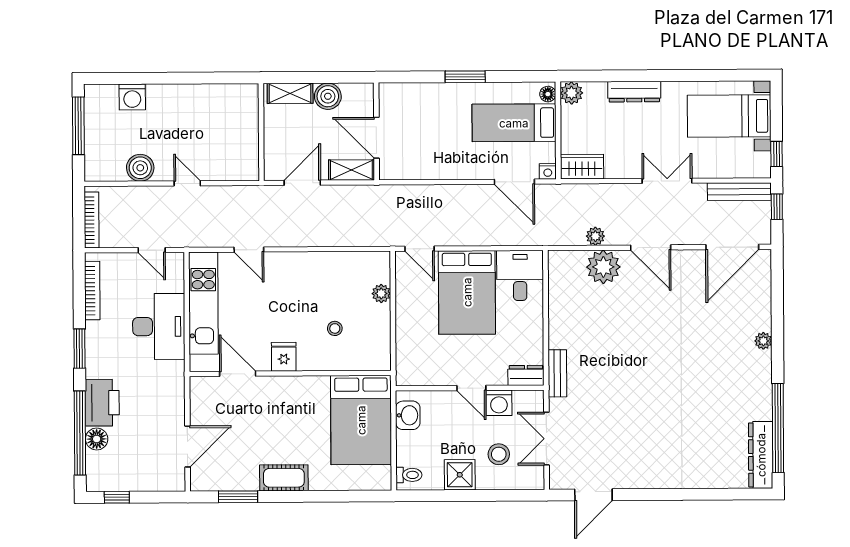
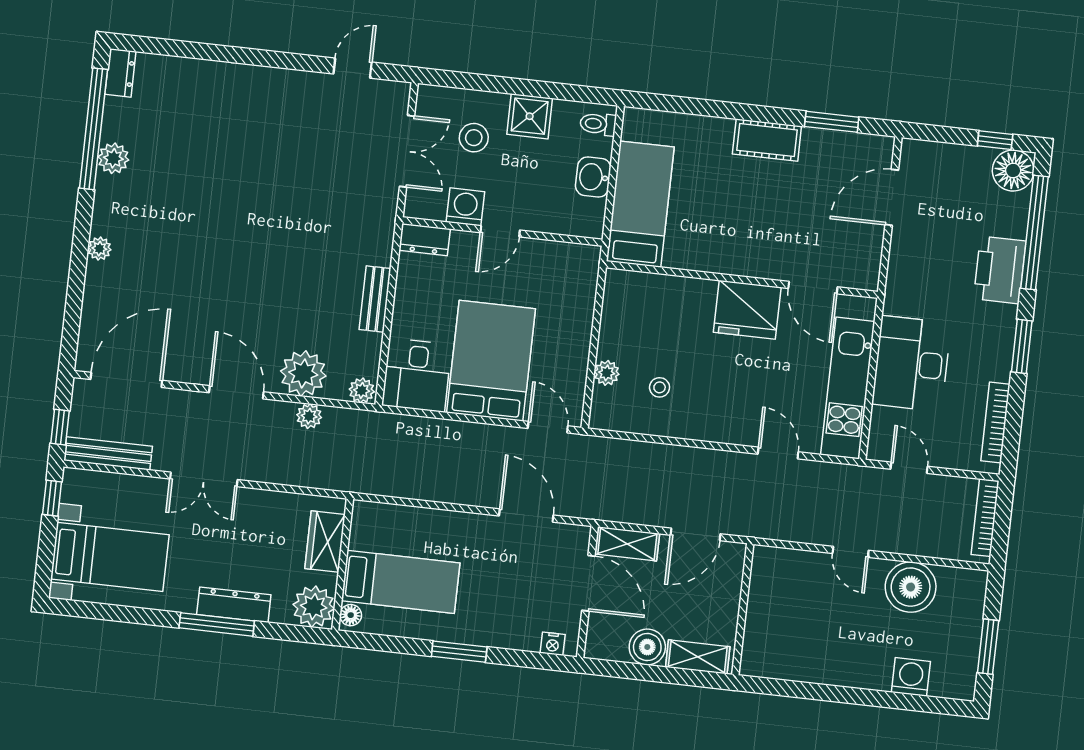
window: (645, 76) -> (217, 624), added
plant: (571, 93) -> (314, 607), width x1.36, depth x1.36
window: (78, 126) -> (988, 647), width x0.69
wardrobe: (582, 167) -> (325, 542), moved, turned 90
boiler: (140, 168) -> (911, 587), width x1.37, depth x1.37
nightstand: (548, 171) -> (553, 644), moved, turned 180
door: (514, 182) -> (526, 515), moved
plant: (559, 259) -> (362, 390), added
stool: (335, 328) -> (660, 387), moved
fridge: (284, 357) -> (747, 310), width x1.88, depth x1.34
bench: (557, 373) -> (375, 299), moved
door: (471, 388) -> (500, 231), swing flipped
plant: (761, 408) -> (113, 158), added
washbasin: (408, 415) -> (593, 177), moved
bed: (361, 420) -> (640, 204), width x0.67
floor lamp: (97, 439) -> (1013, 170), moved, width x1.38, depth x1.38
dresser: (761, 455) -> (120, 73), width x0.51, depth x0.80
door: (593, 495) -> (353, 68), width x0.73

